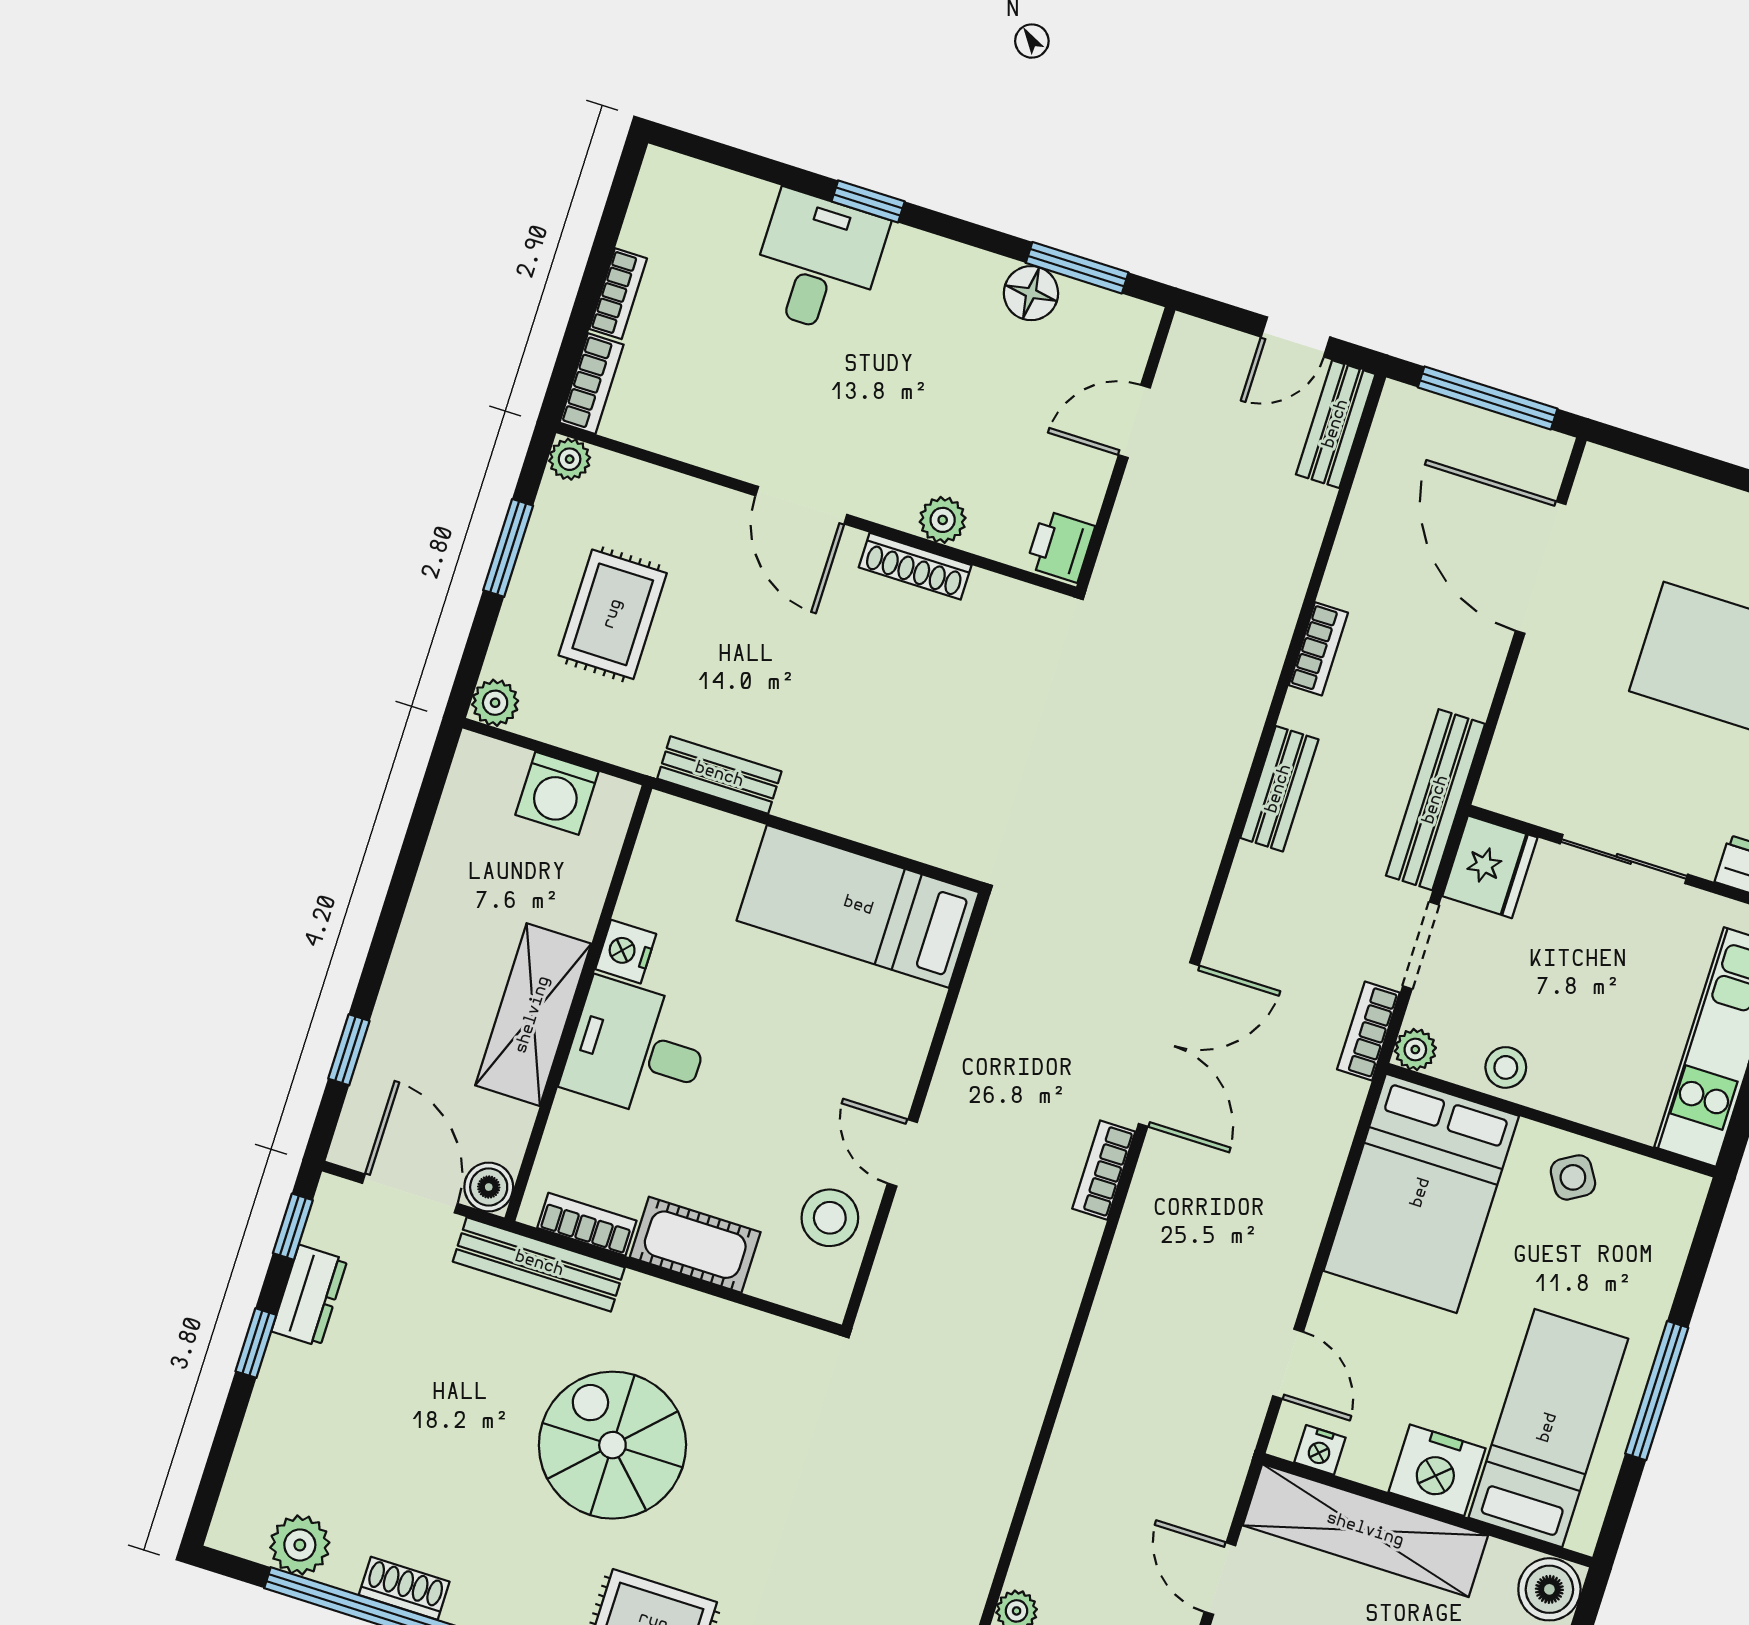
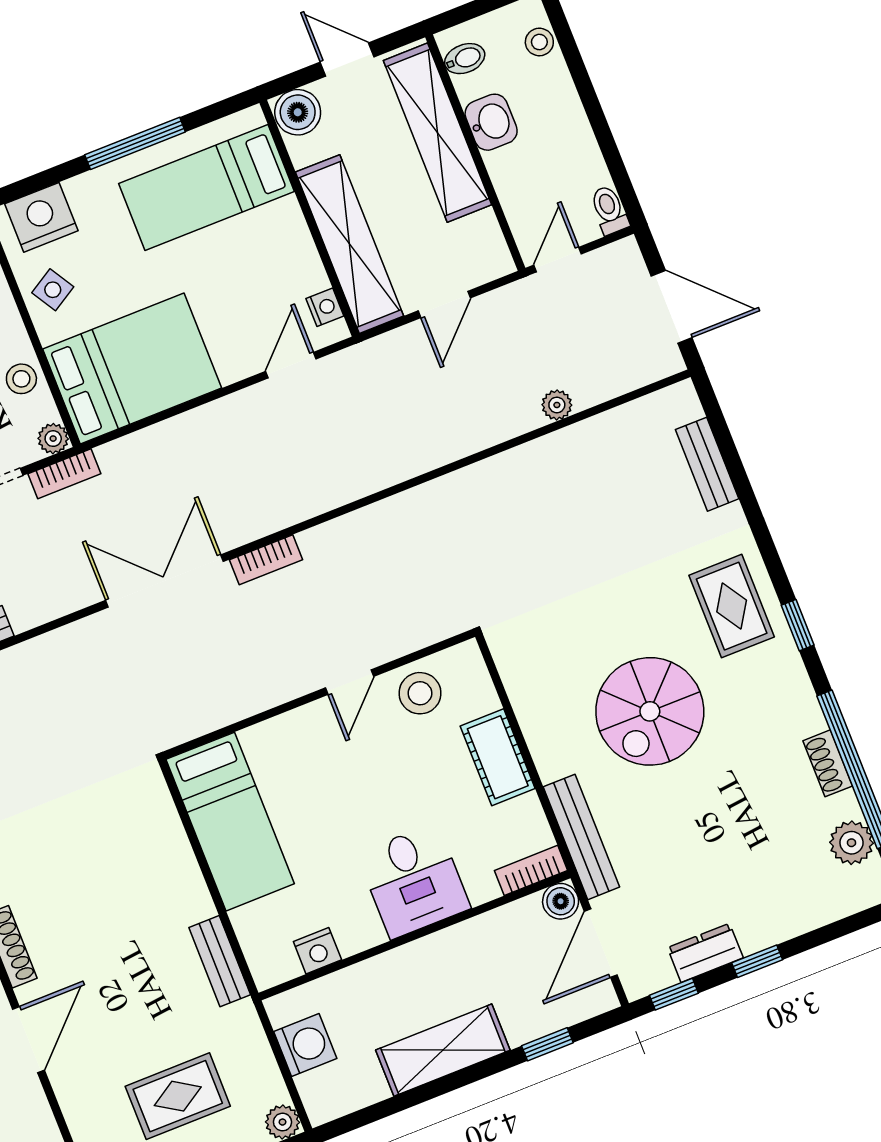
nightstand: (626, 952) -> (317, 951), moved
shelving: (533, 1015) -> (443, 1050), moved
bookcase: (587, 1224) -> (531, 870), moved, turned 90
nightstand: (1437, 1470) -> (41, 217), moved, turned -90

